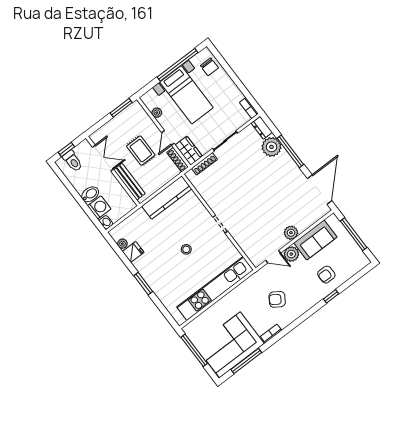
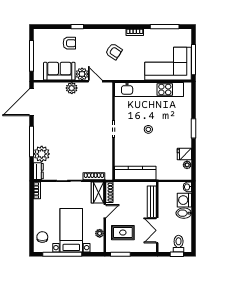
rug: (141, 151) -> (123, 233), moved, turned 90
corner sofa: (230, 345) -> (168, 64), moved, turned 180

